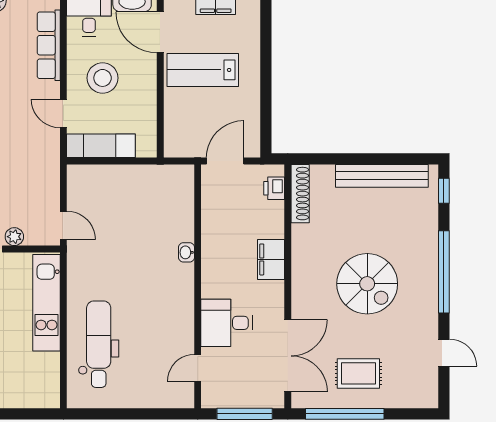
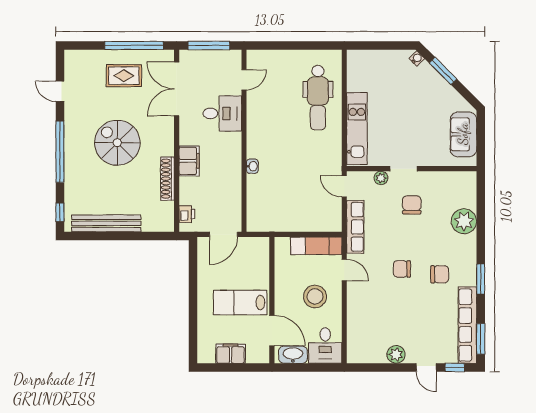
row of seats: (49, 45) -> (355, 227), moved
lab bench: (203, 70) -> (240, 303), turned 180
shoe rack: (300, 194) -> (167, 179), moved

